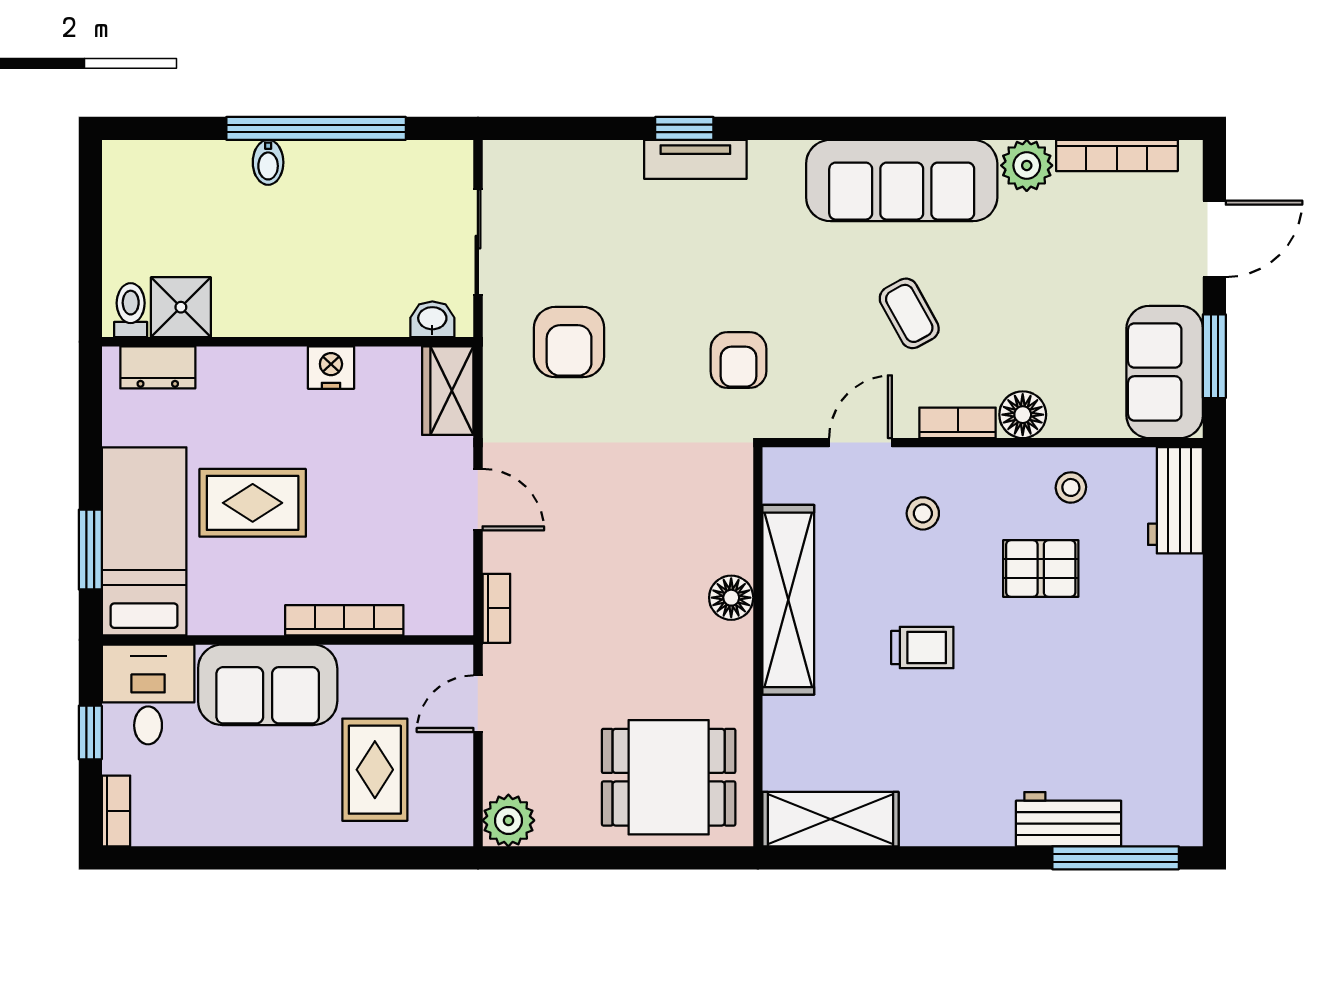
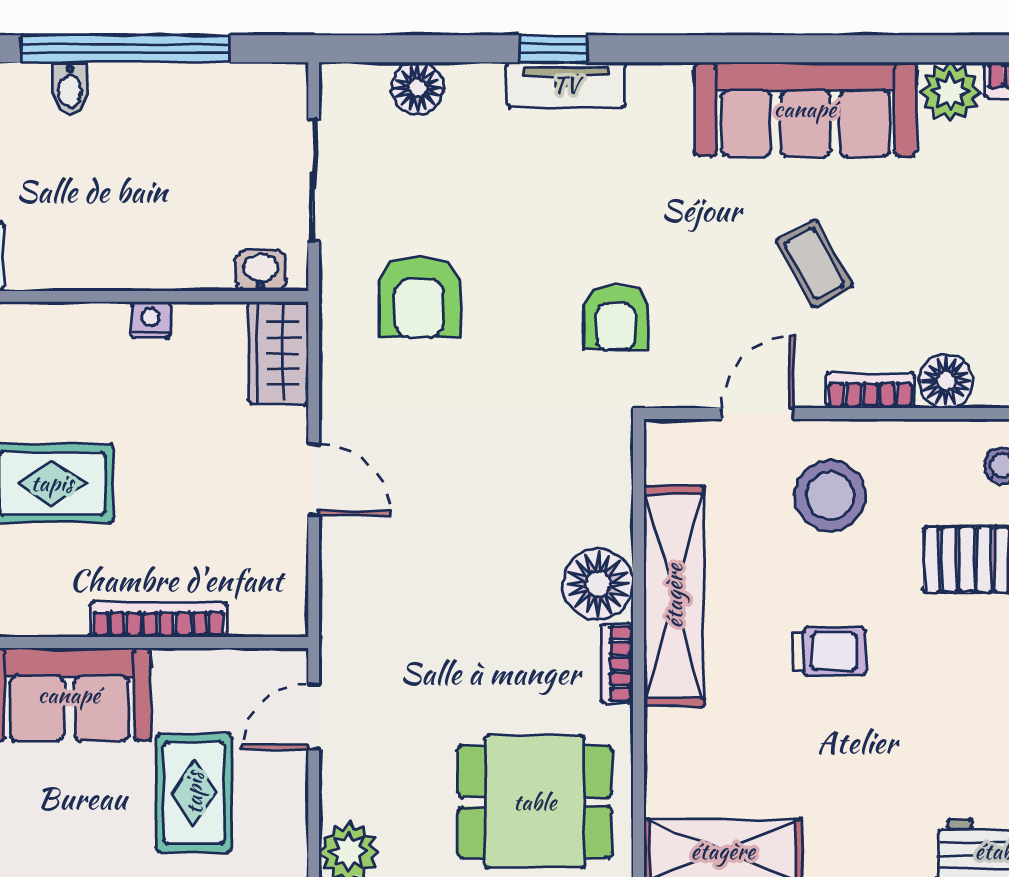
floor lamp: (568, 162) -> (418, 88), added
nightstand: (331, 368) -> (150, 320), width x0.72, depth x0.74
stool: (923, 513) -> (830, 496), width x1.89, depth x1.89
floor lamp: (731, 598) -> (598, 584), width x1.38, depth x1.38
bookcase: (496, 608) -> (617, 663), moved, turned 180

